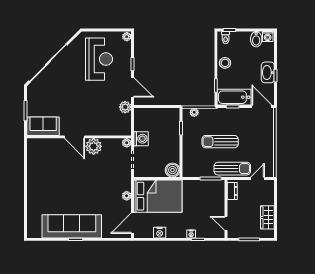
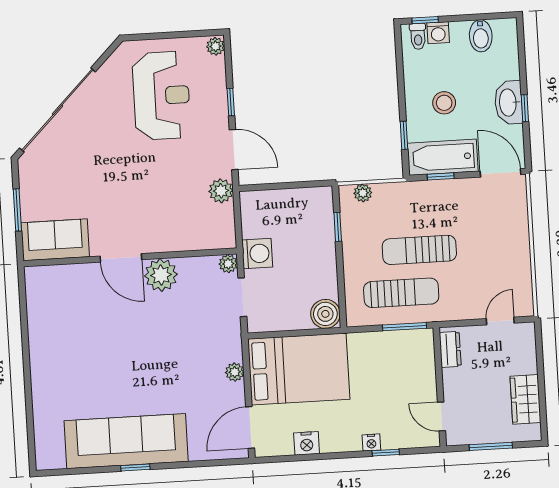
washing machine: (268, 36) -> (438, 33), moved
stool: (225, 63) -> (444, 103), moved
sun lounger: (232, 169) -> (401, 293), moved

